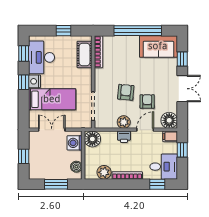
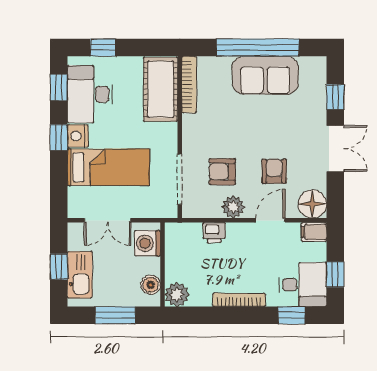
window: (63, 31) -> (103, 48), moved
sofa: (158, 46) -> (265, 75), moved
cot: (84, 54) -> (161, 89), width x1.37, depth x1.34
armchair: (126, 92) -> (222, 172), moved, turned -95
double door: (52, 130) -> (108, 220), swing flipped
printer: (124, 137) -> (214, 233), moved
floor lamp: (92, 139) -> (179, 236), removed
window: (182, 150) -> (335, 274), moved
kitchen sink: (36, 161) -> (80, 275), added
plant: (104, 172) -> (177, 295), moved

